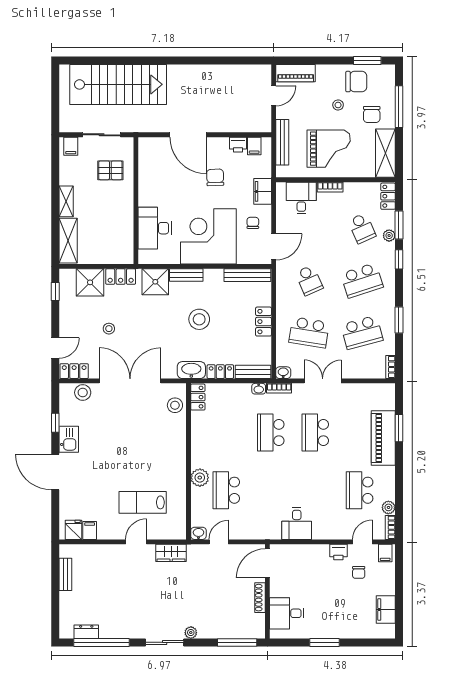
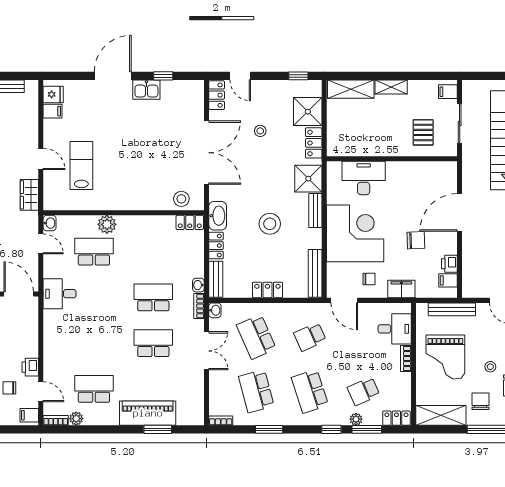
chair: (372, 114) -> (481, 401), turned 90
school desk: (309, 332) -> (256, 337), turned -33
stool: (83, 393) -> (194, 104), removed
desk: (297, 524) -> (60, 294), moved

